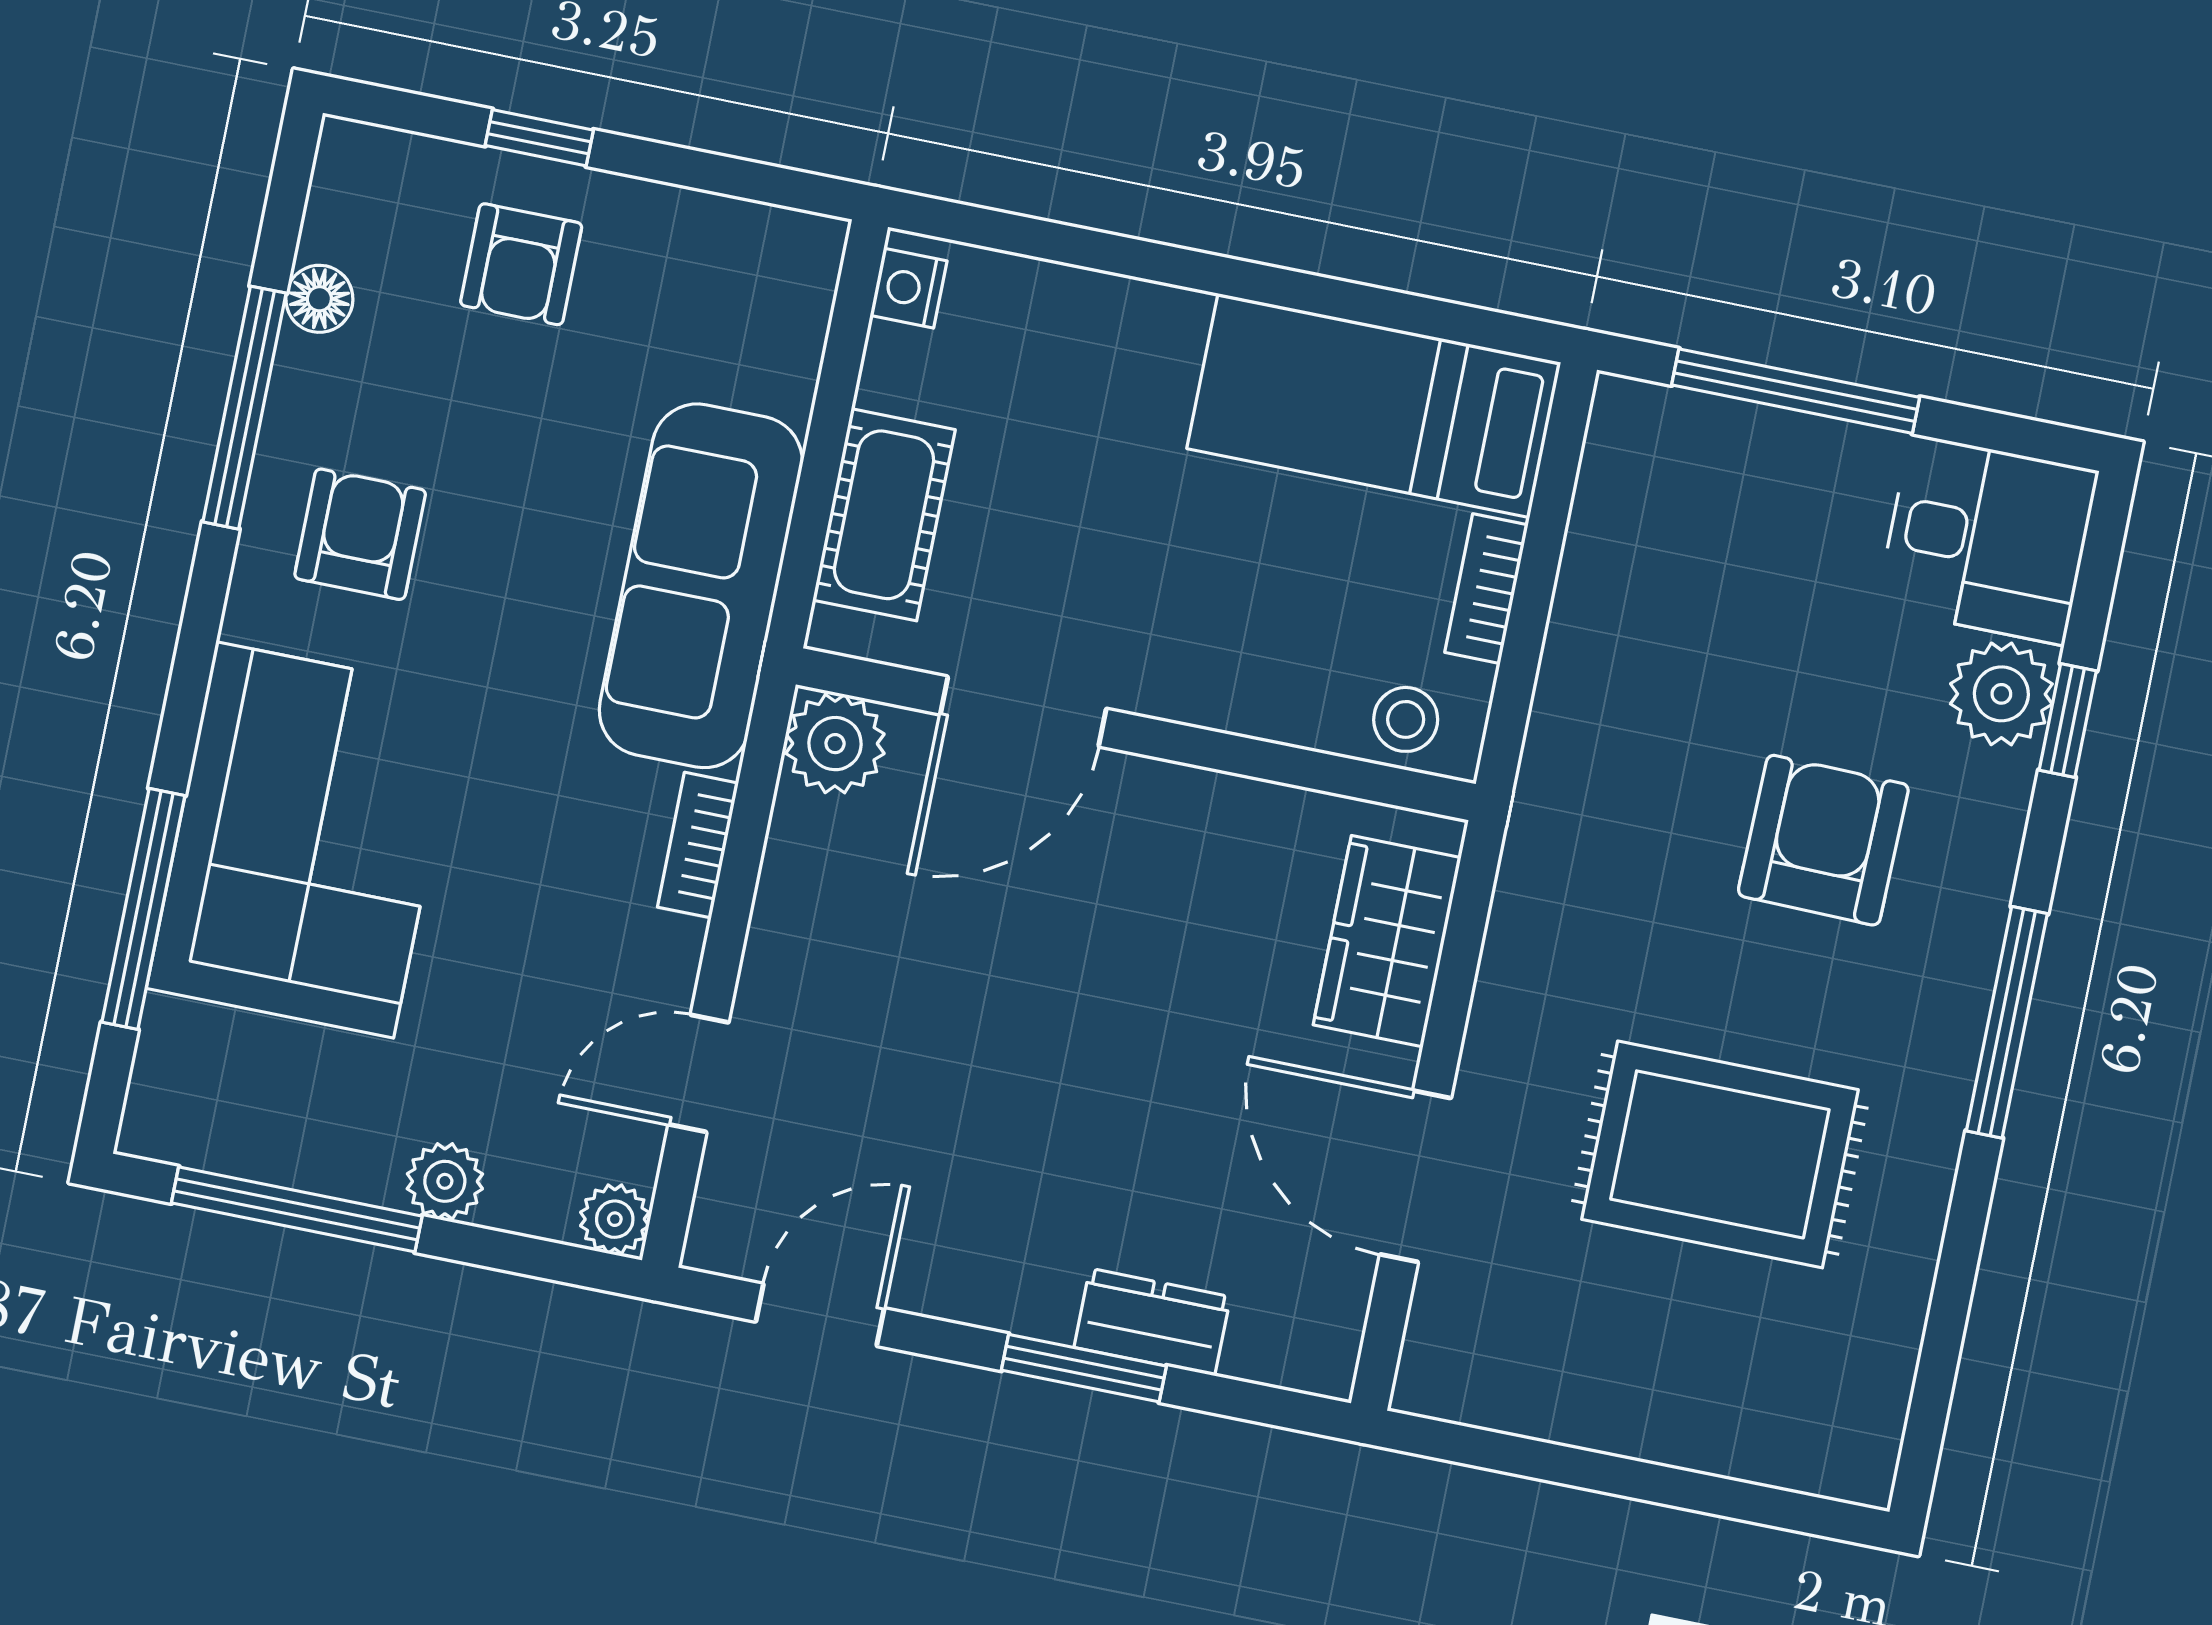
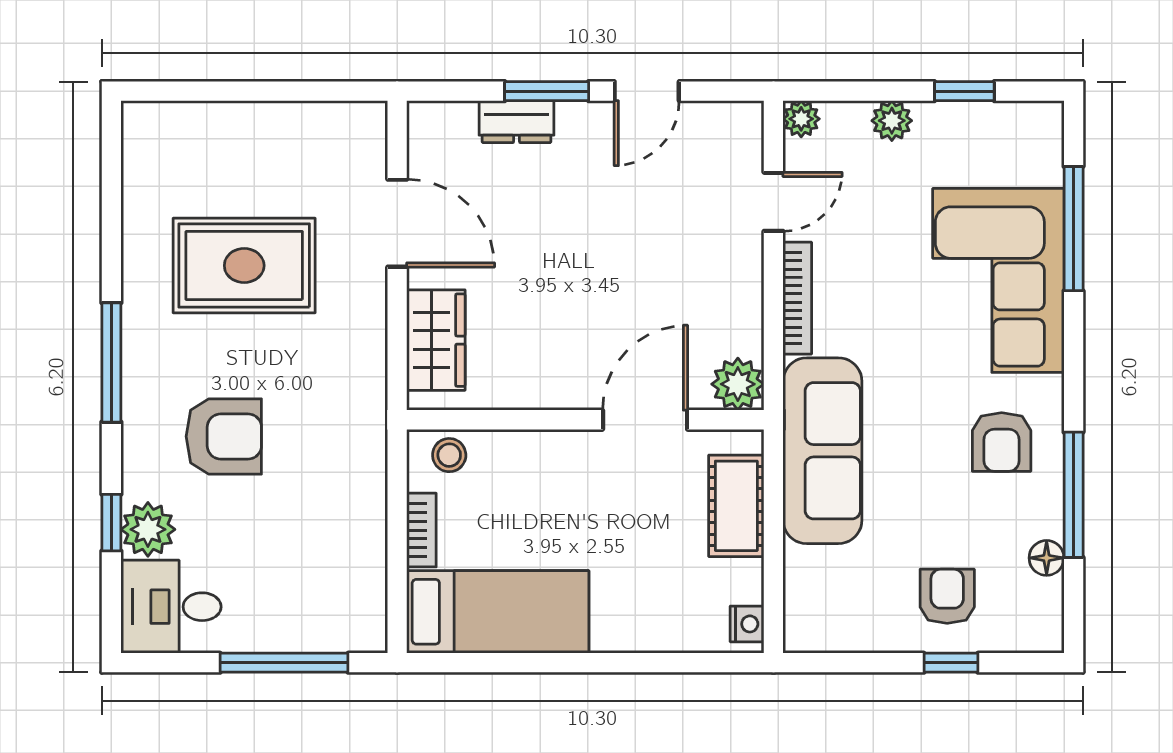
armchair: (1823, 840) -> (224, 436), turned -91
bookcase: (698, 845) -> (797, 298), width x1.56
window: (297, 1209) -> (964, 91), width x0.46
door: (820, 1315) -> (647, 91), moved

